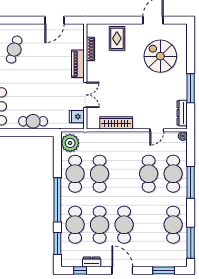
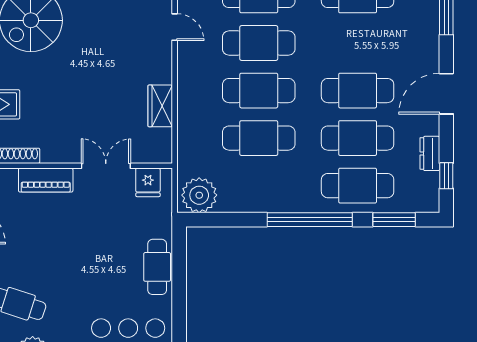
wardrobe: (116, 123) -> (160, 106), width x0.67
cafe table: (75, 174) -> (259, 91), moved

